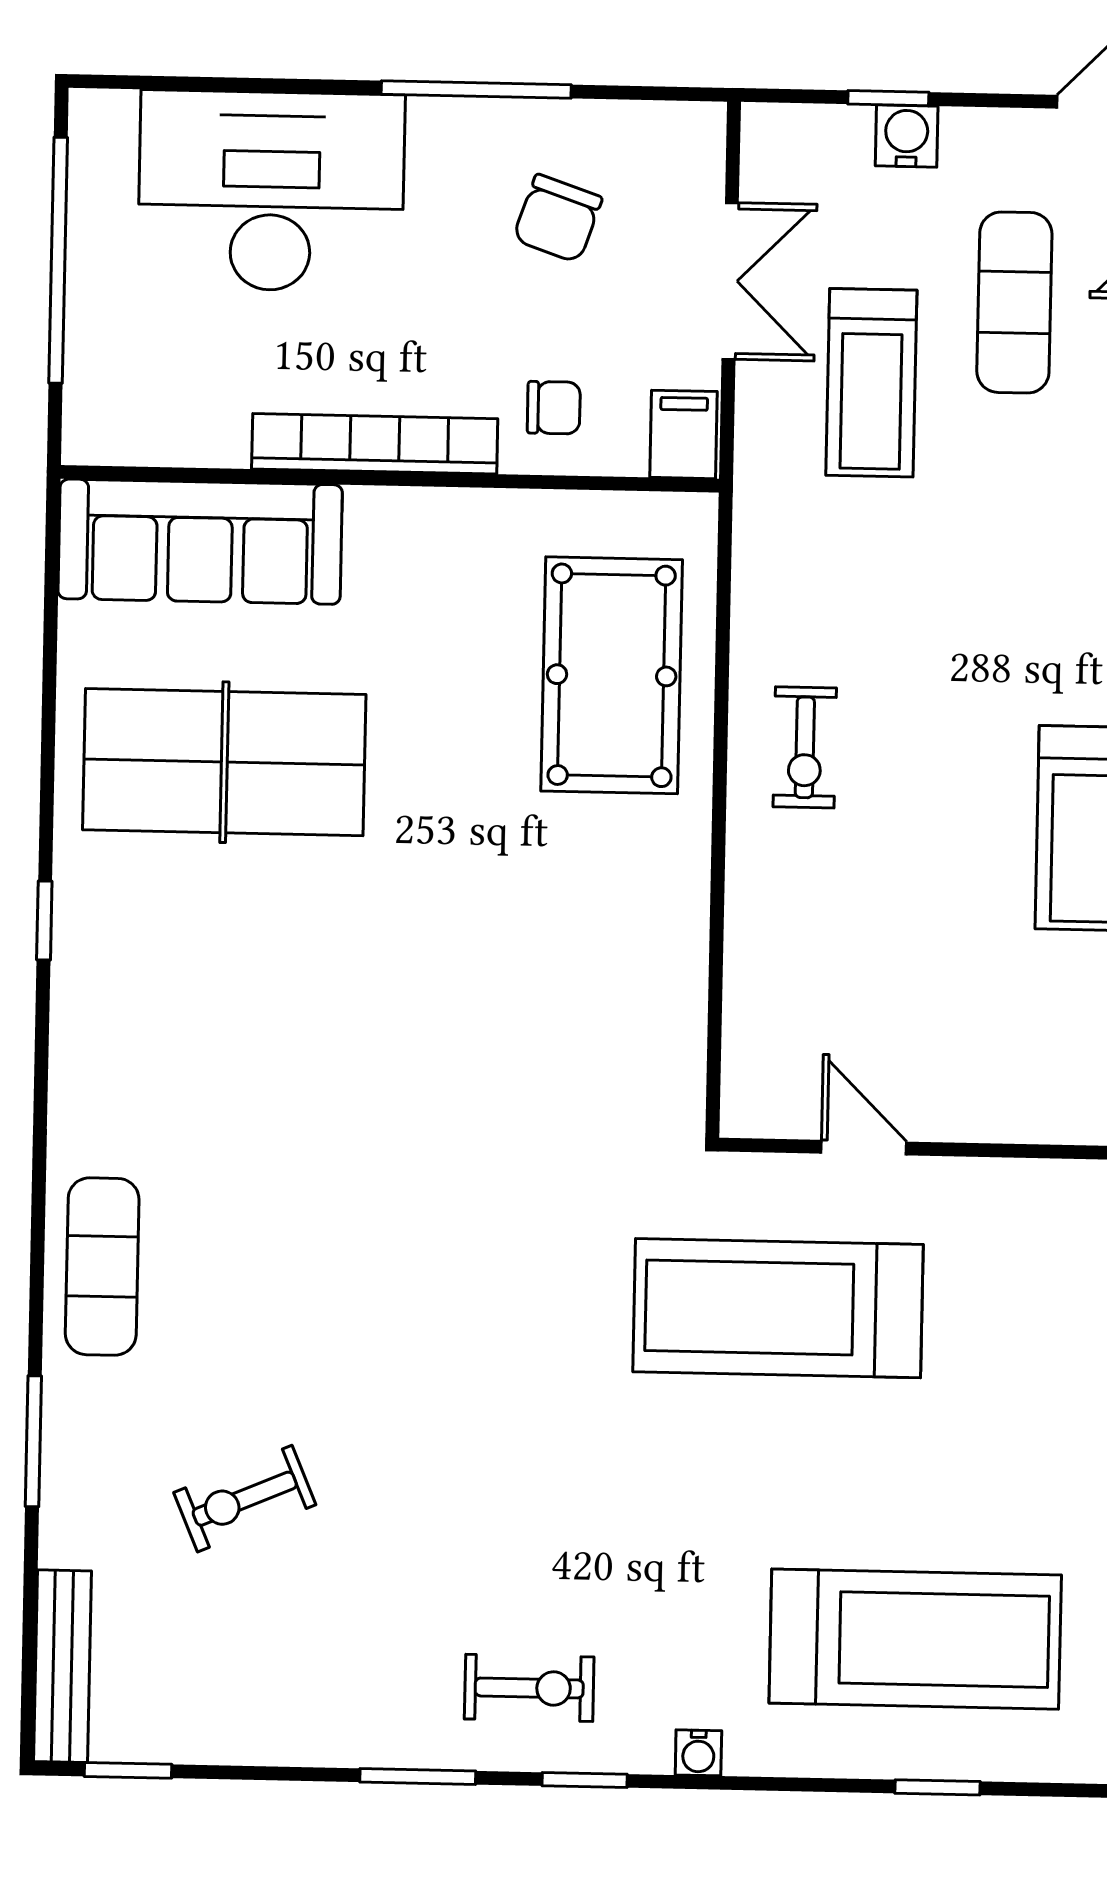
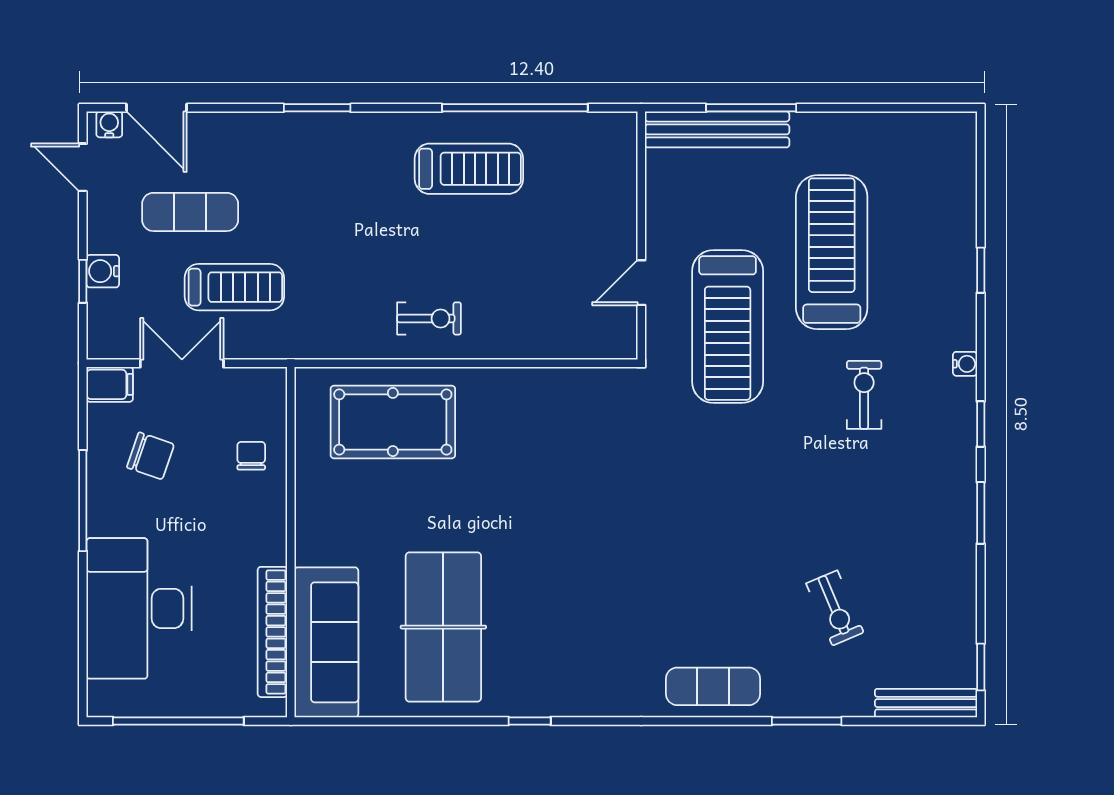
filing cabinet: (683, 434) -> (110, 384), moved, turned 180
bookcase: (375, 444) -> (272, 632), moved
treadmill: (915, 1639) -> (832, 252), moved
exercise bike: (529, 1688) -> (864, 395), moved
window: (938, 1787) -> (981, 270), moved

